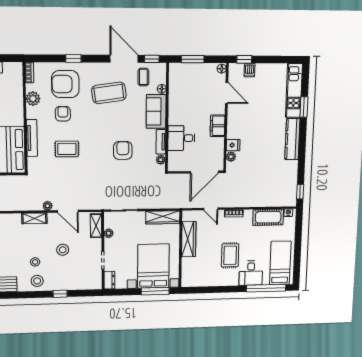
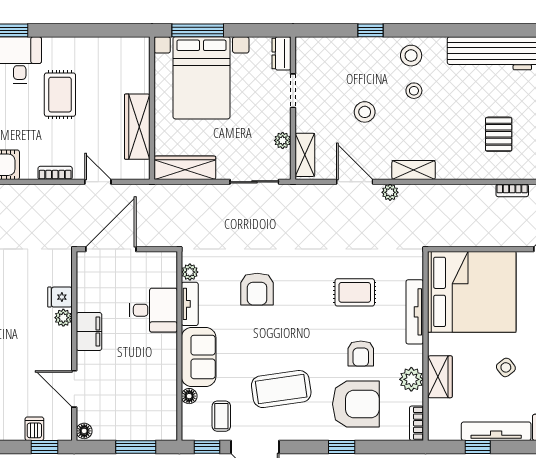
wardrobe: (16, 100) -> (440, 377), added
plant: (231, 157) -> (63, 318), moved

